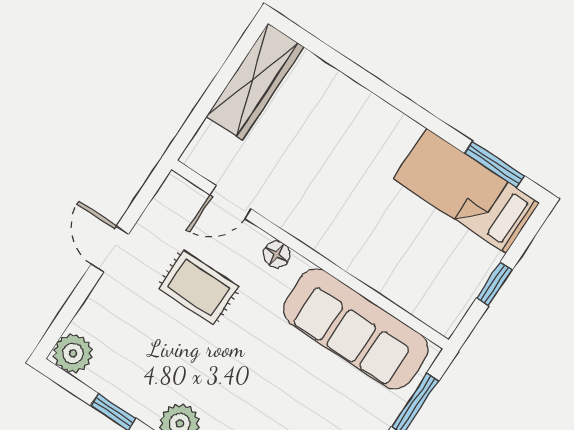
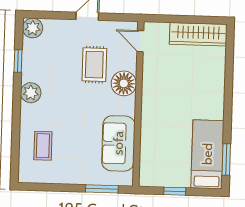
door: (231, 202) -> (140, 41), moved
floor lamp: (277, 254) -> (124, 83), width x1.89, depth x1.89
sofa: (356, 329) -> (118, 143), width x0.73

